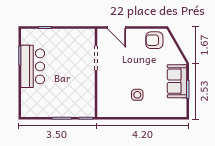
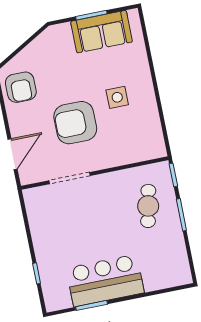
armchair: (128, 68) -> (75, 123), added
sofa: (177, 81) -> (102, 32), moved
cafe table: (71, 100) -> (148, 206), added

